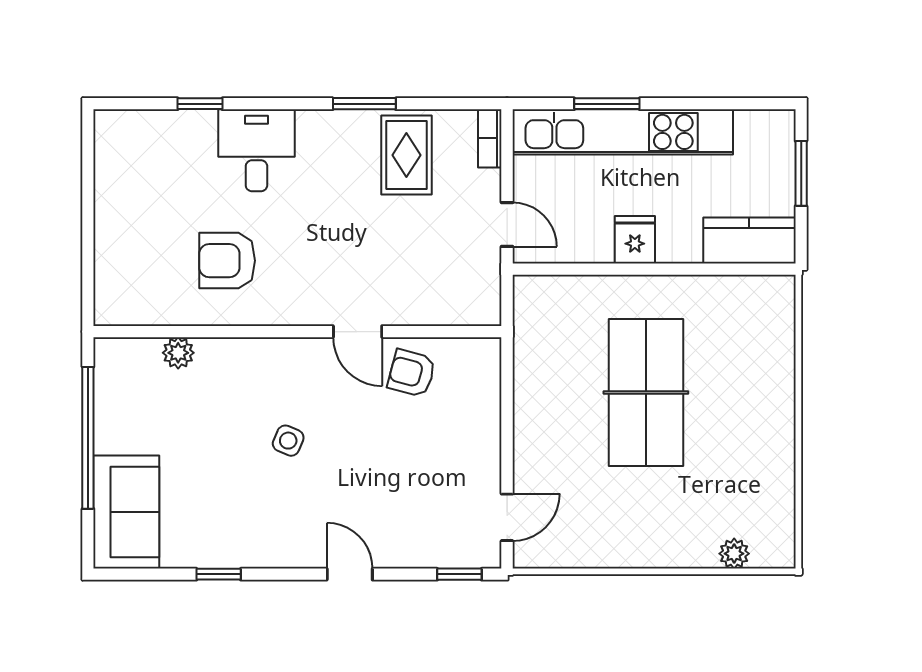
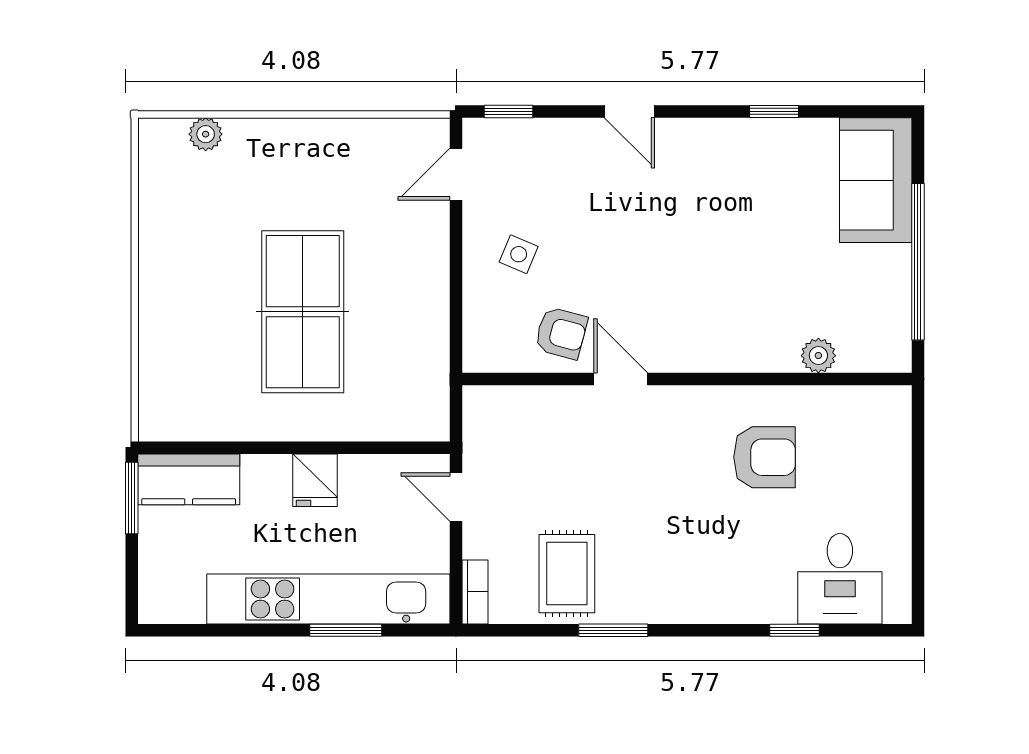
desk: (256, 150) -> (840, 579), moved
window: (801, 173) -> (132, 498), moved
side table: (288, 441) -> (519, 254), moved

